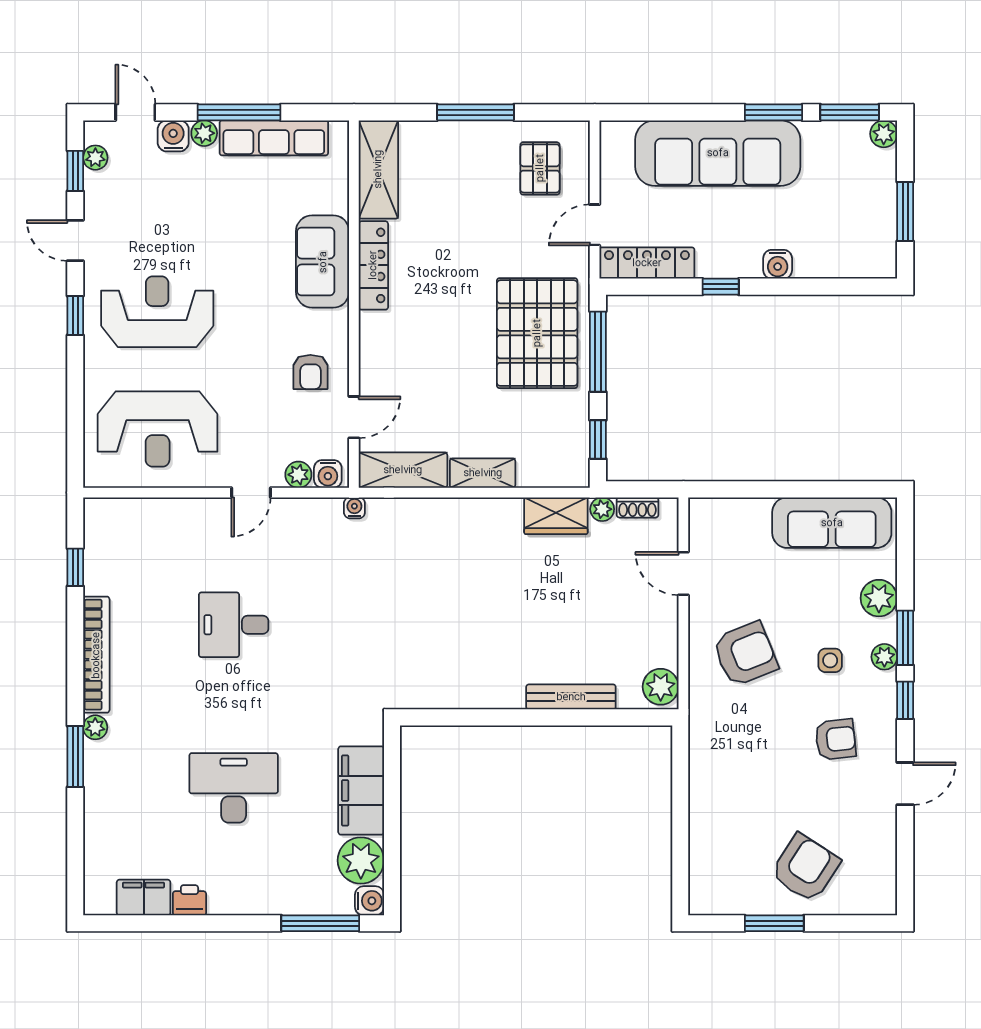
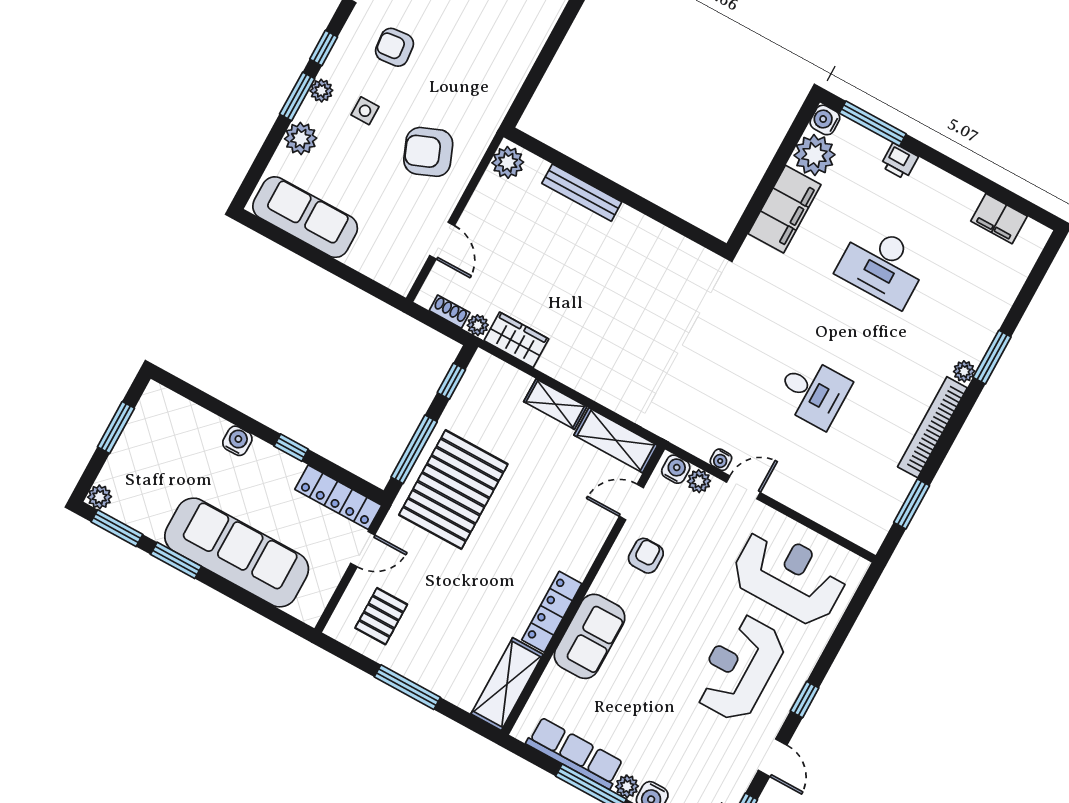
reception desk: (157, 312) -> (739, 668), turned 90
water cooler: (354, 508) -> (721, 460), moved
window: (75, 567) -> (912, 504), width x1.50
printer: (189, 900) -> (899, 161), moved

